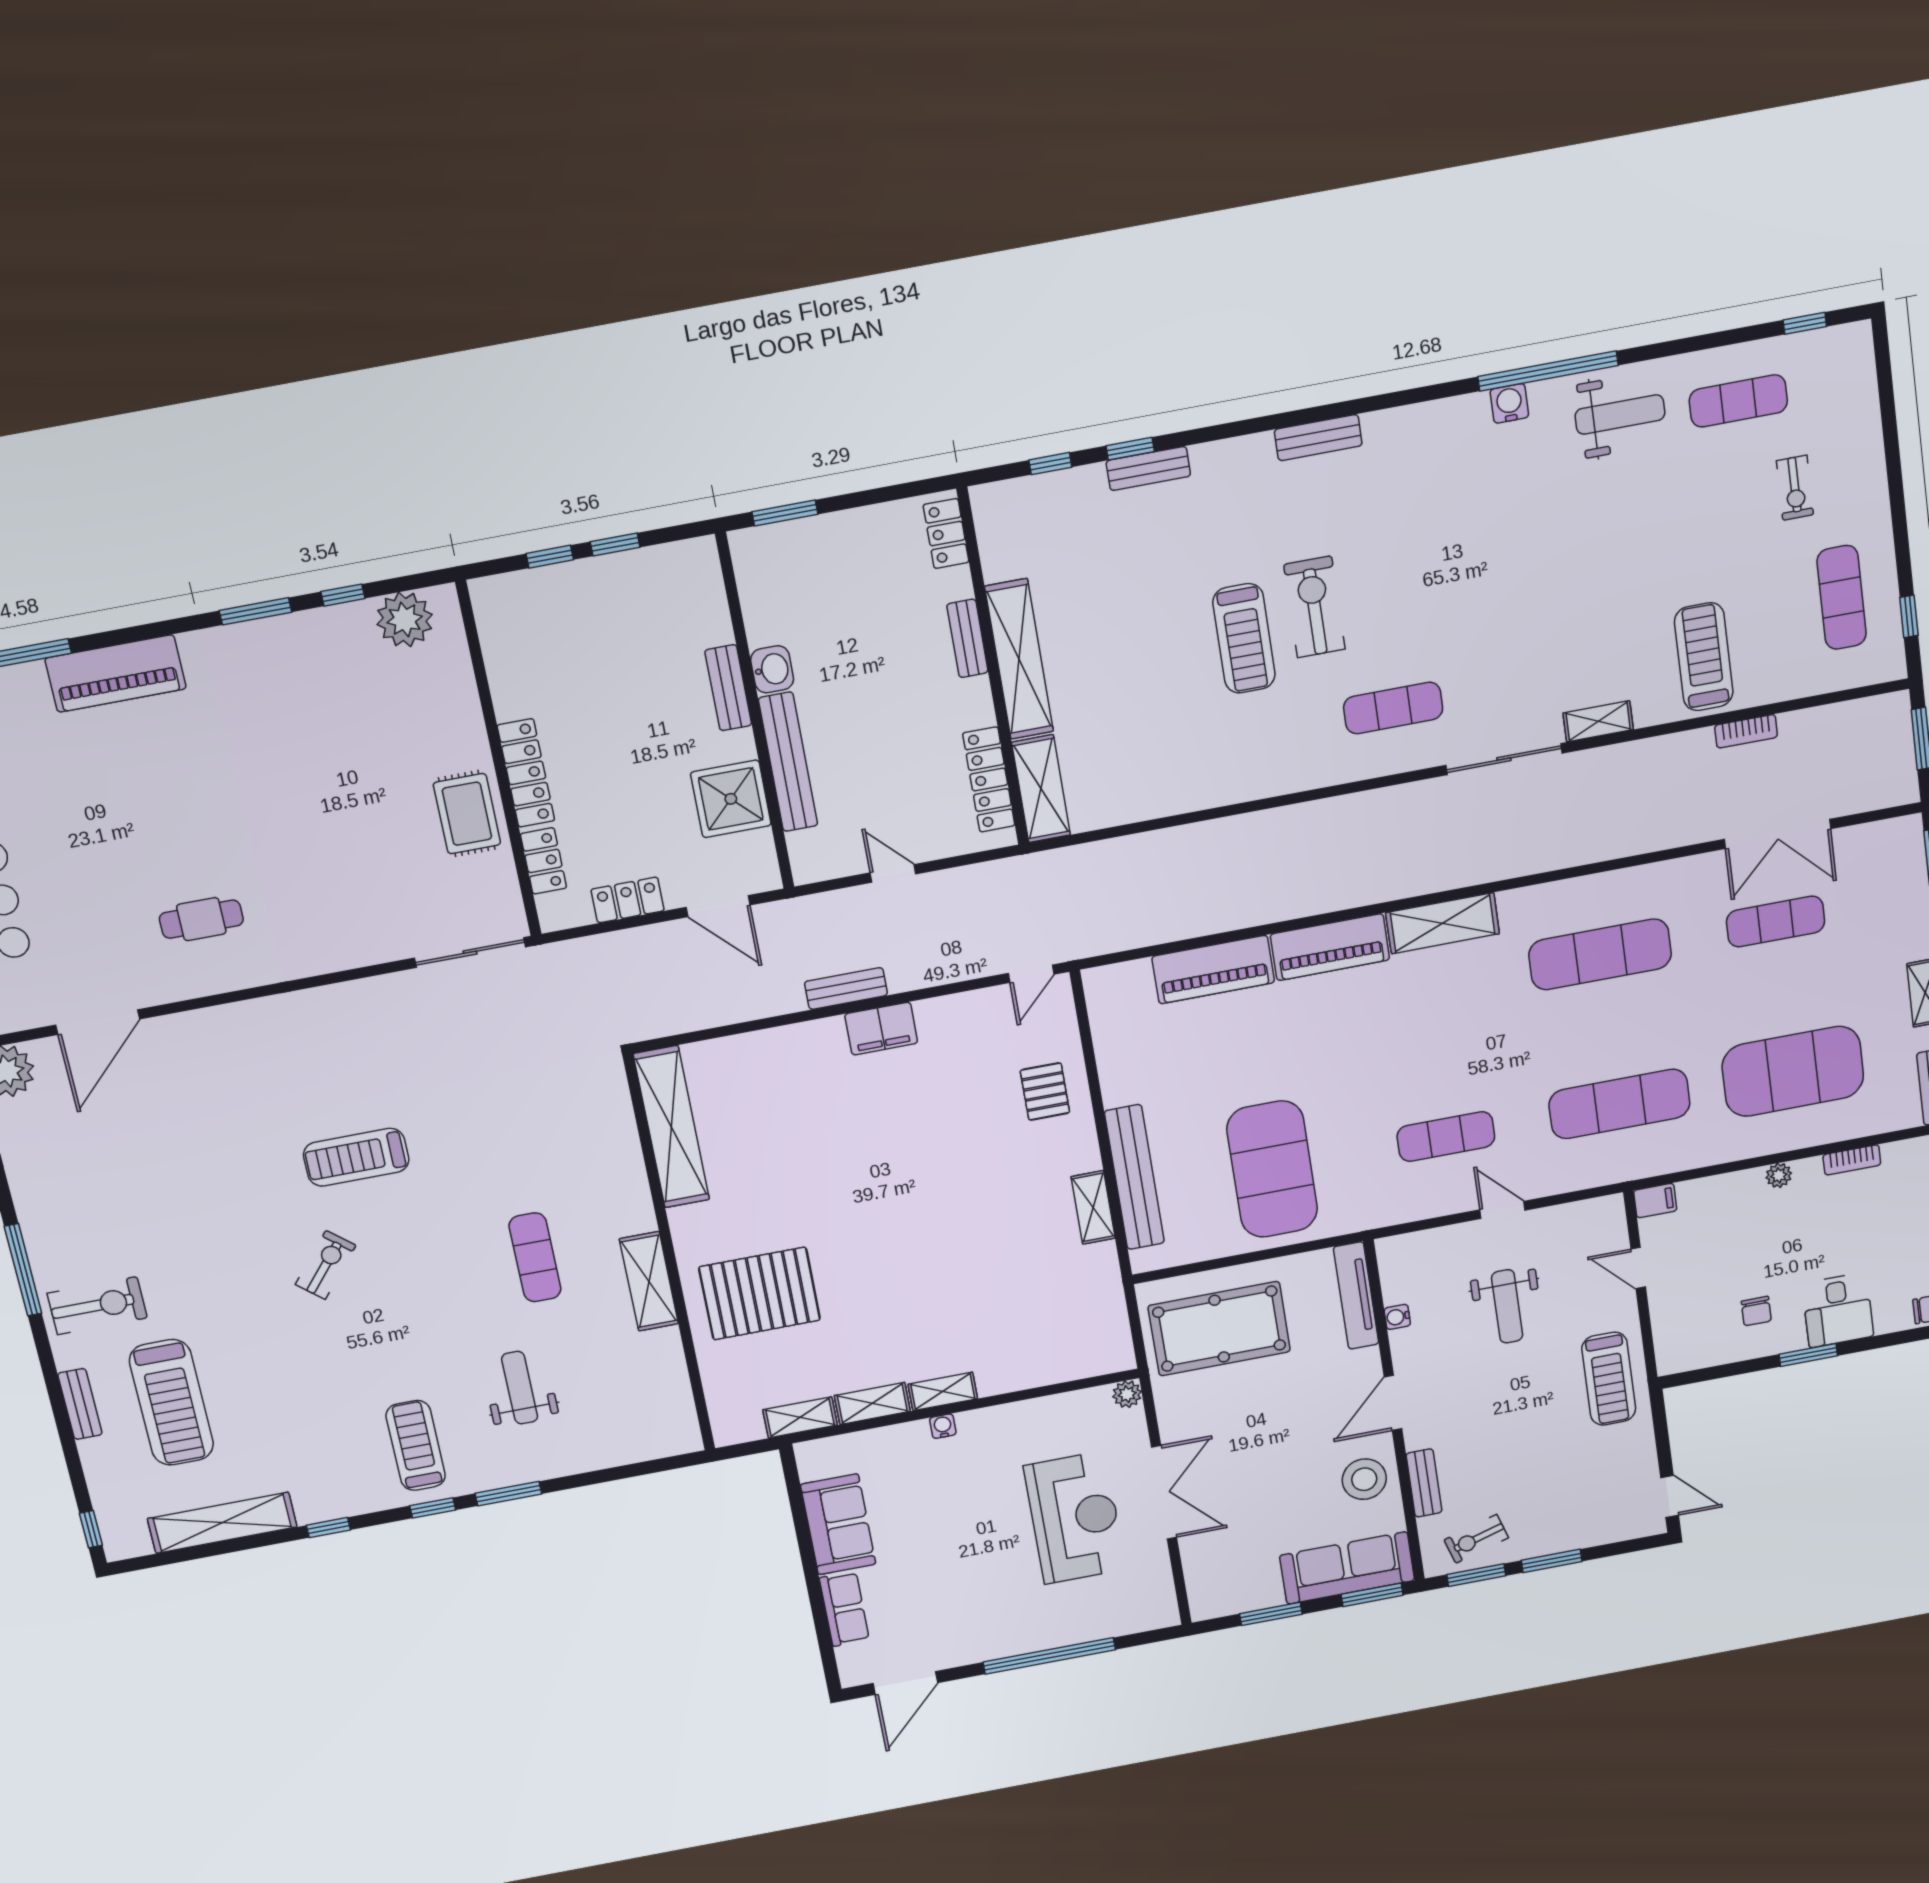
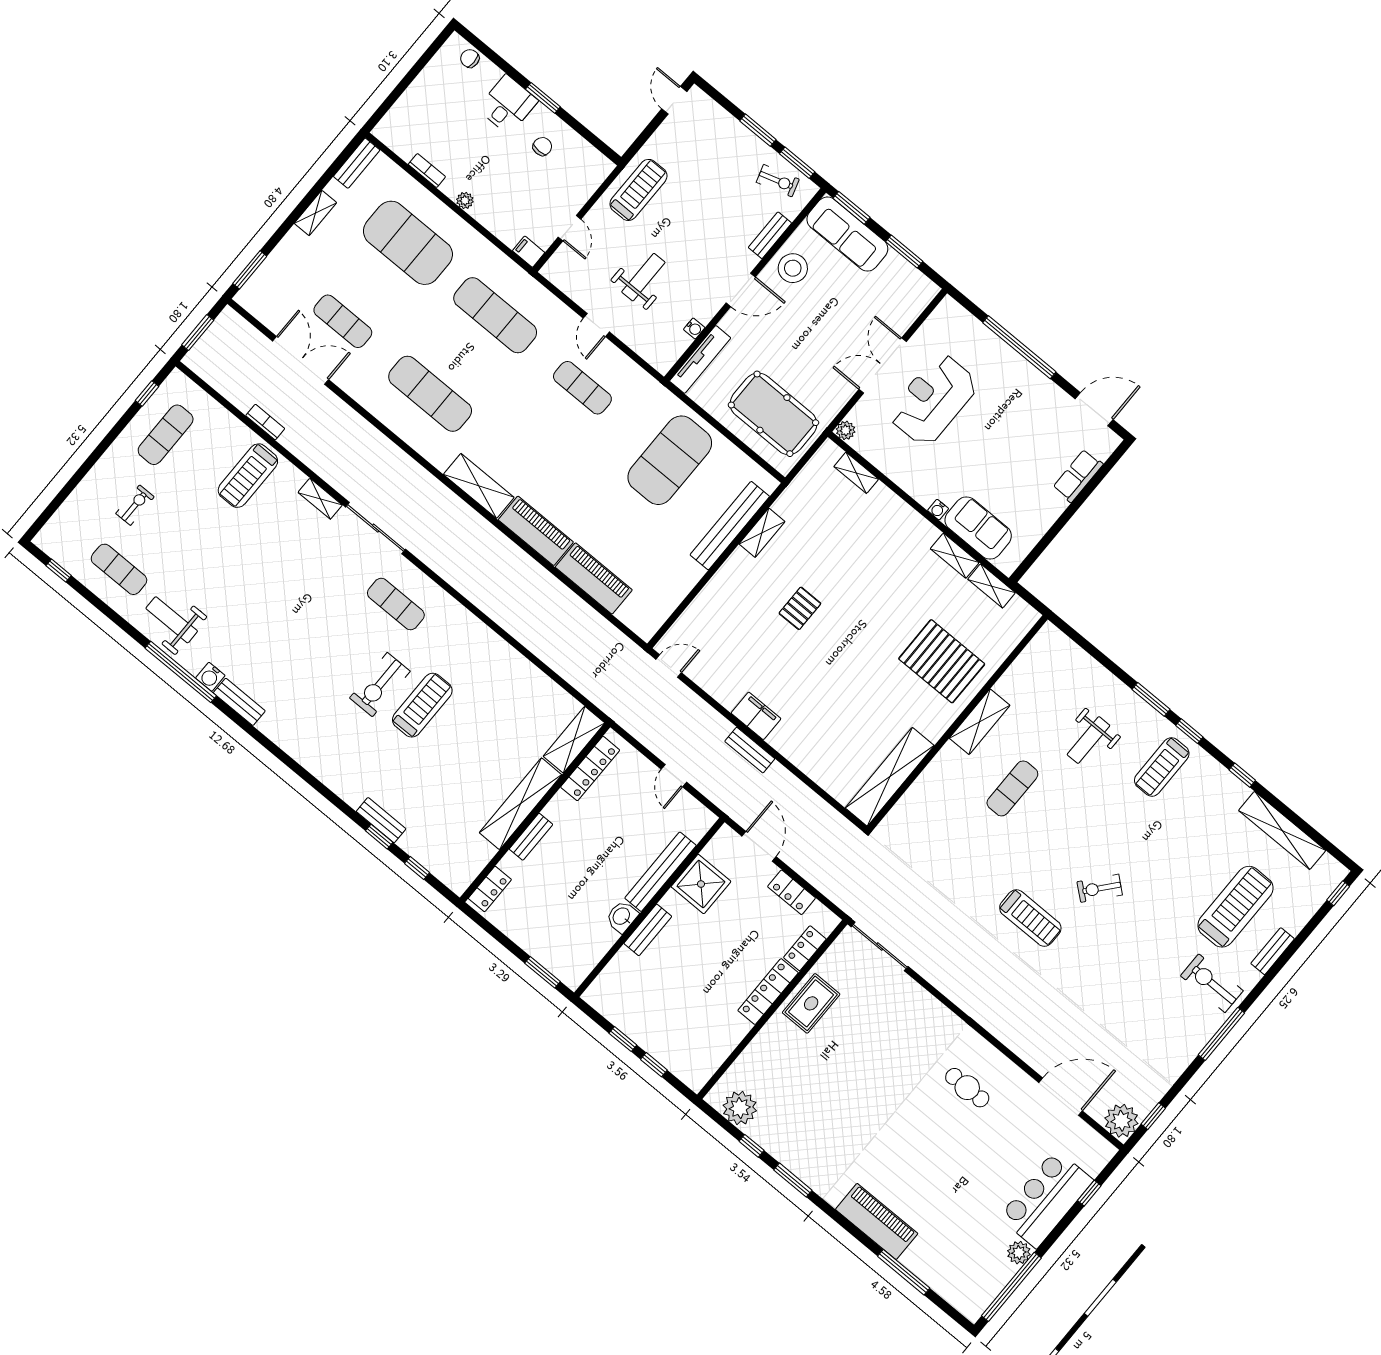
bench: (1318, 438) -> (239, 702), moved
pallet: (1045, 1092) -> (800, 608), moved
shelving: (943, 1391) -> (856, 473), moved
sofa: (838, 1524) -> (978, 528), moved, turned 90

